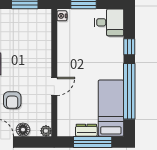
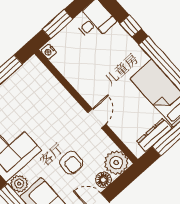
dresser: (86, 130) -> (154, 135), width x1.44
plant: (46, 131) -> (116, 163), width x1.87, depth x1.87

